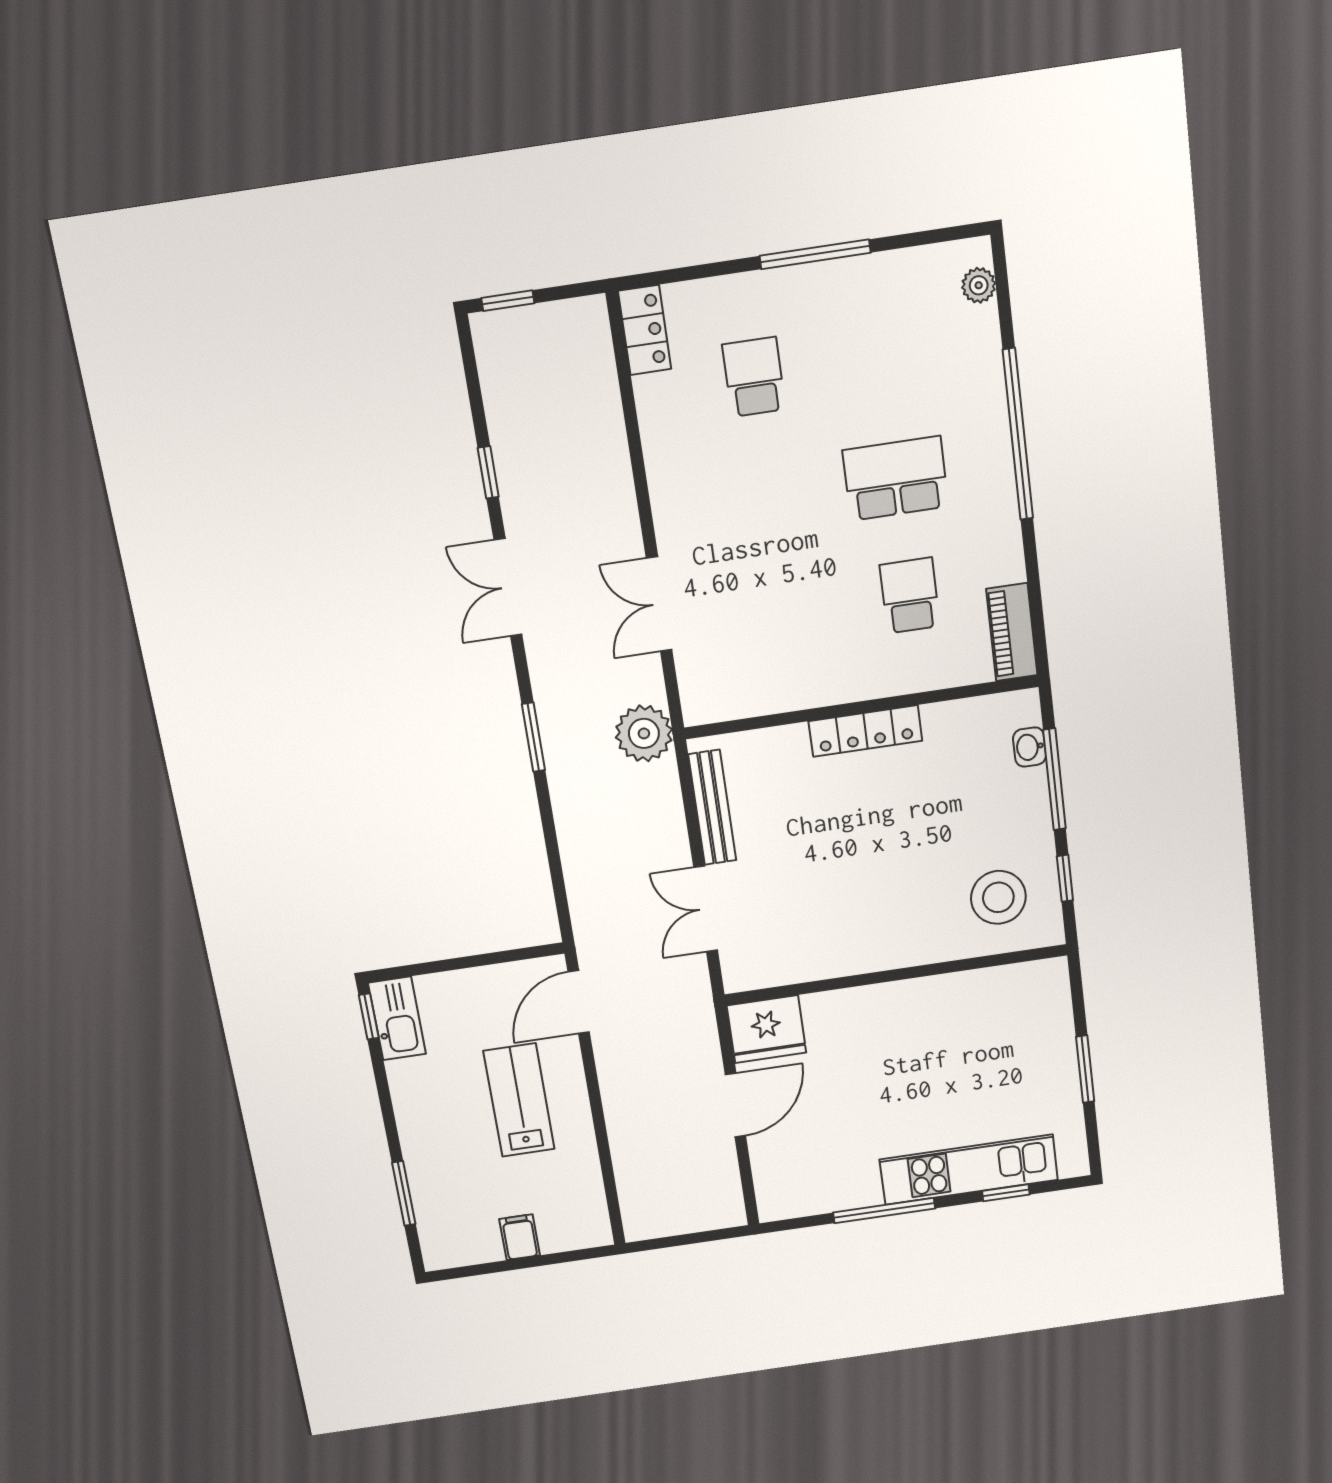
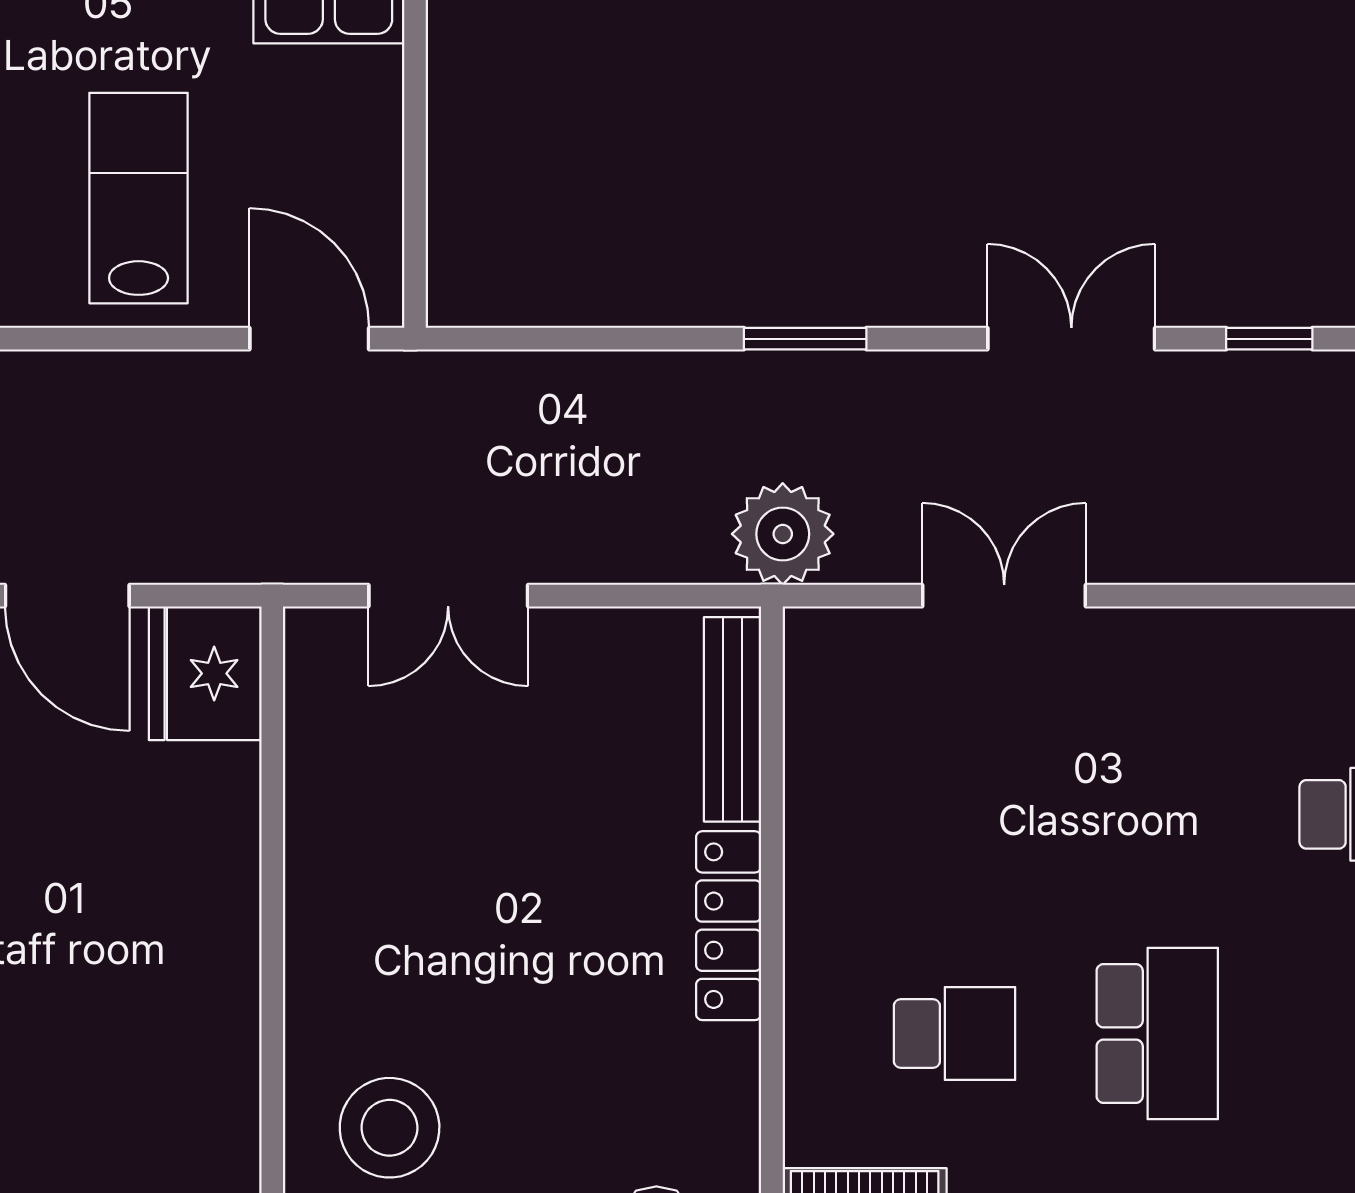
bench: (712, 807) -> (733, 719), moved, turned 90
double door: (706, 909) -> (448, 596), swing flipped
lab bench: (519, 1100) -> (139, 198), turned -90

